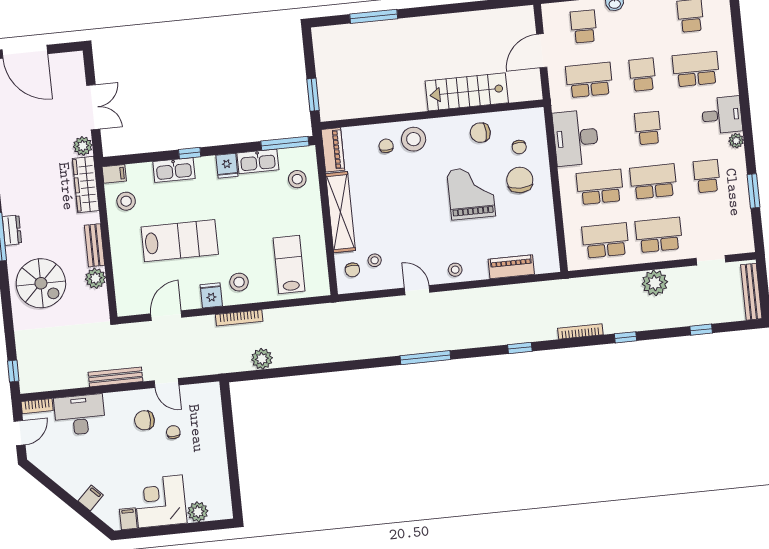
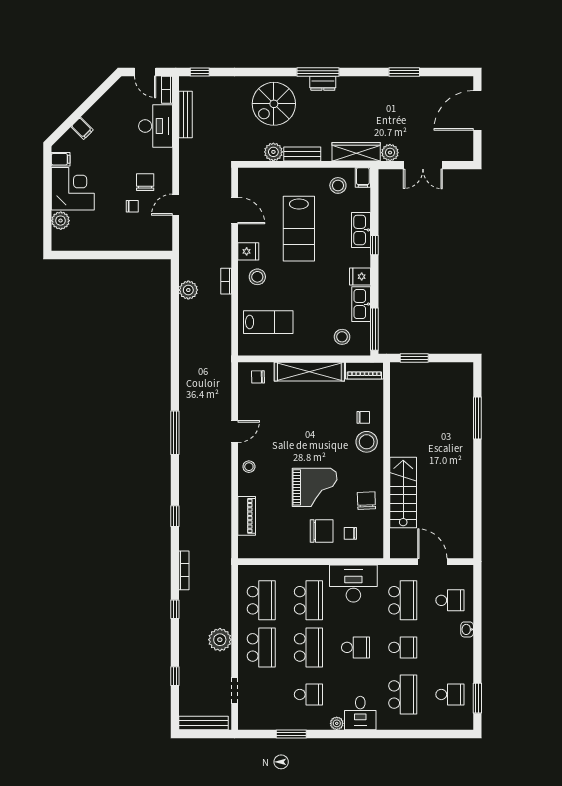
stool: (375, 260) -> (264, 397), removed
bookcase: (239, 318) -> (226, 281), width x0.64
bench: (115, 377) -> (186, 115), moved

